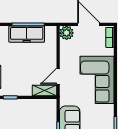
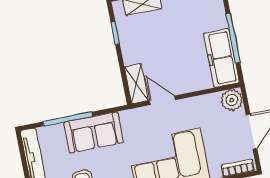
freezer: (27, 34) -> (221, 58), moved

